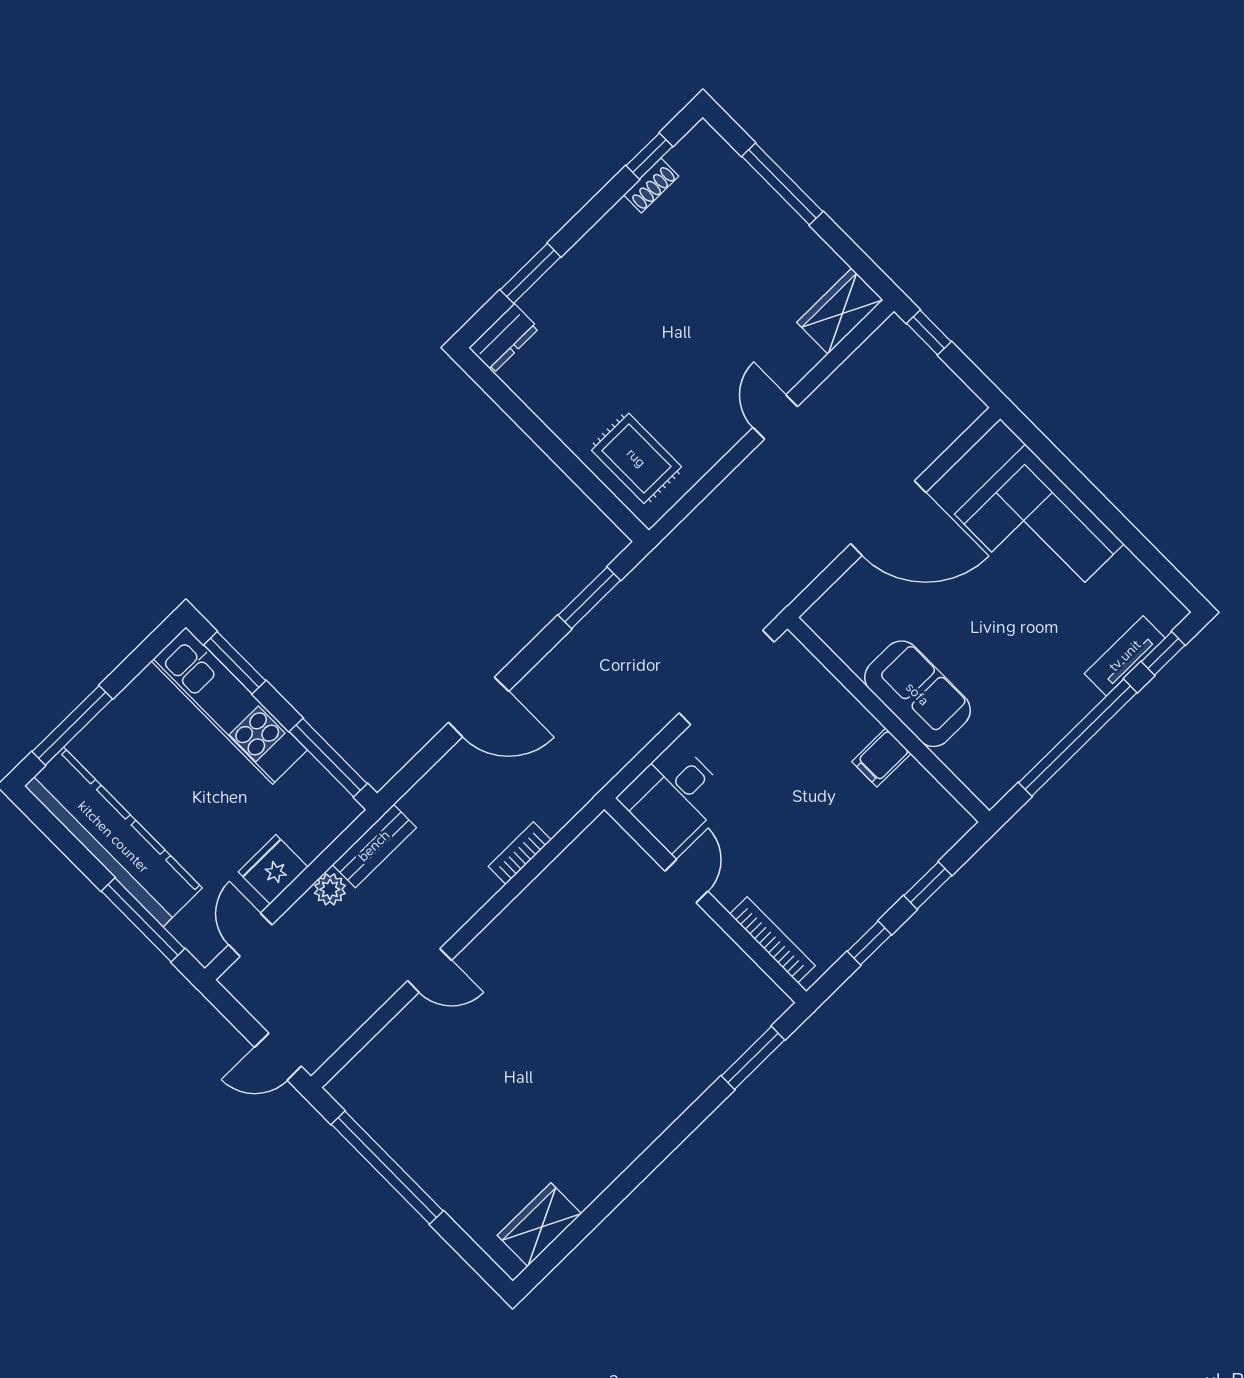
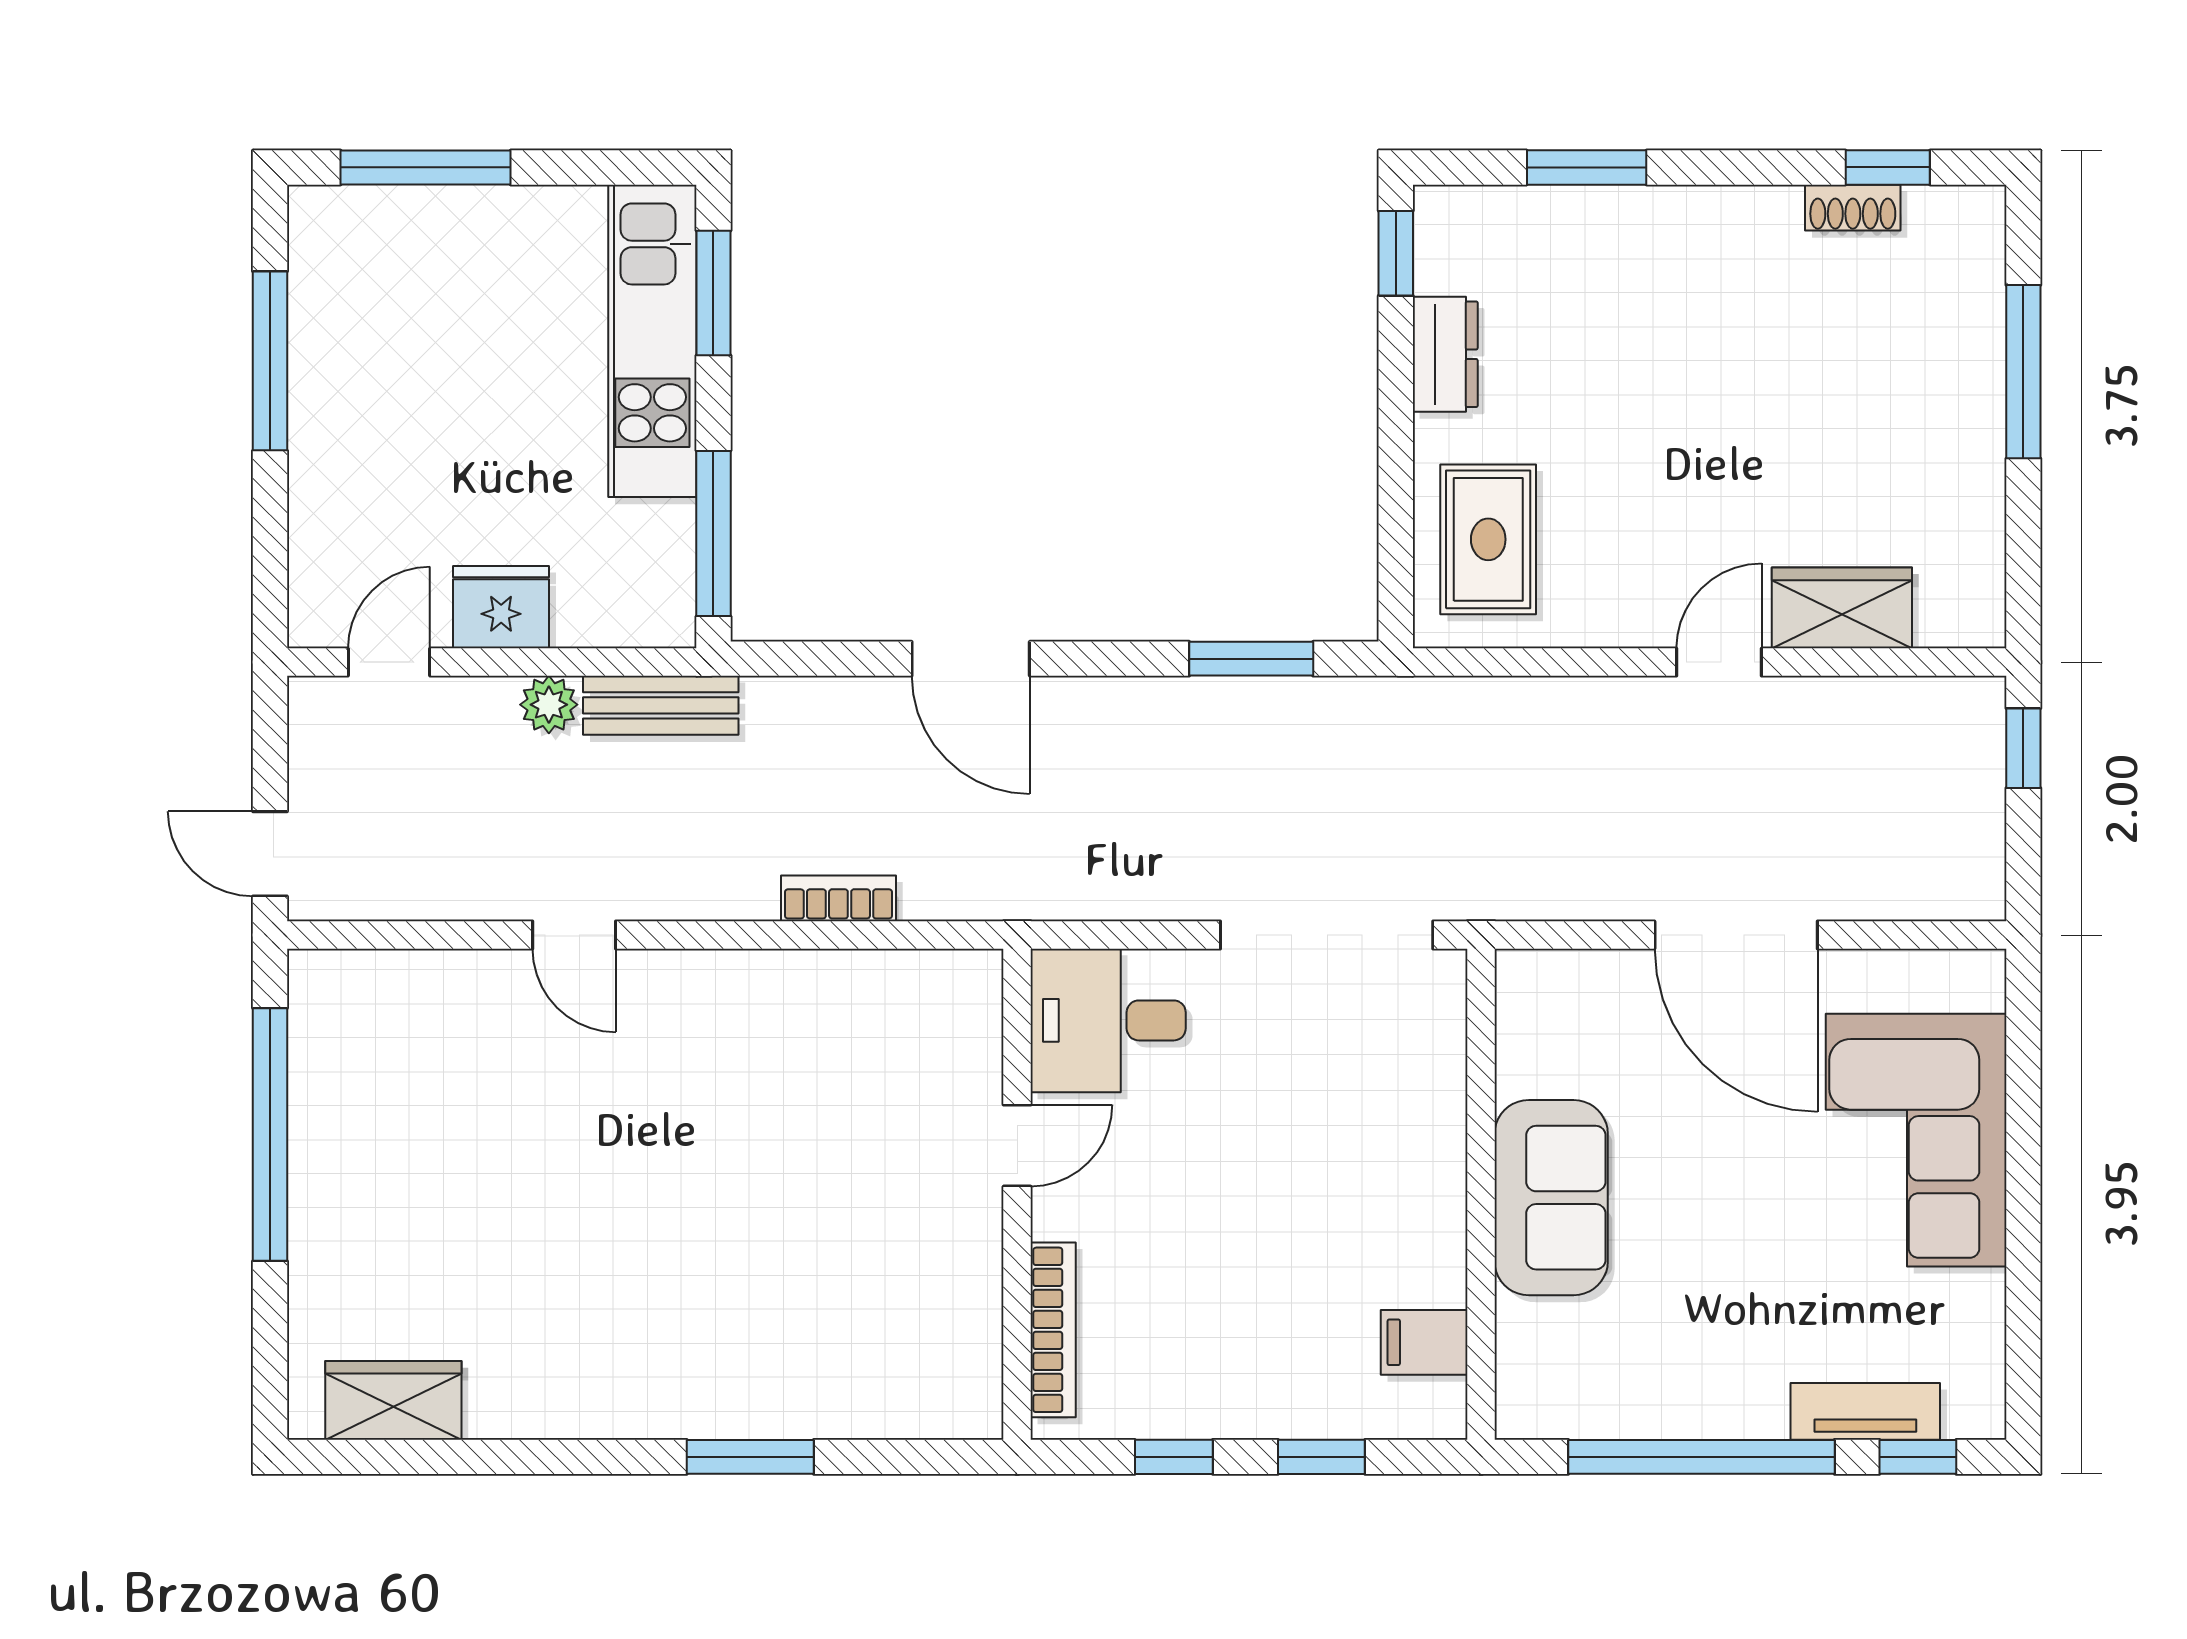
wardrobe: (840, 311) -> (1842, 608), moved
dresser: (504, 338) -> (1445, 354), moved, turned -90
window: (489, 382) -> (1396, 253), added
filing cabinet: (881, 758) -> (1424, 1342), moved
kitchen counter: (113, 837) -> (337, 363), removed
window: (143, 920) -> (270, 361), moved
window: (753, 1058) -> (750, 1457), moved

